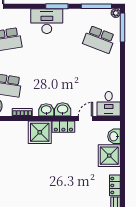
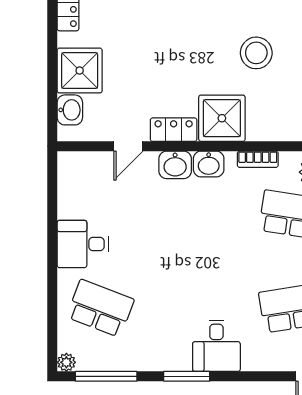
desk: (47, 21) -> (216, 346), width x0.73
window: (123, 27) -> (52, 333), removed
desk: (109, 104) -> (83, 244), moved, turned -90
stool: (23, 164) -> (256, 53), added

